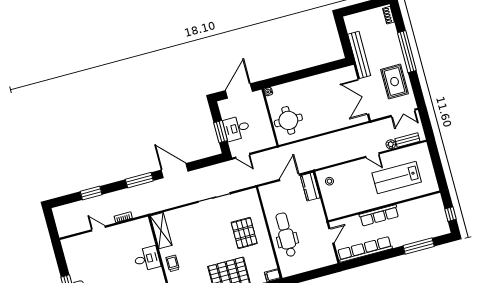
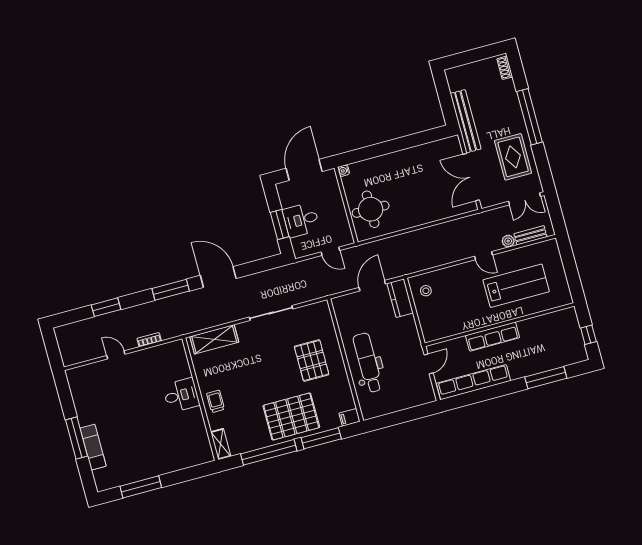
door: (243, 156) -> (330, 251), moved
lab bench: (397, 178) -> (516, 286), turned 180
shelving: (161, 231) -> (214, 339), moved, turned 90

